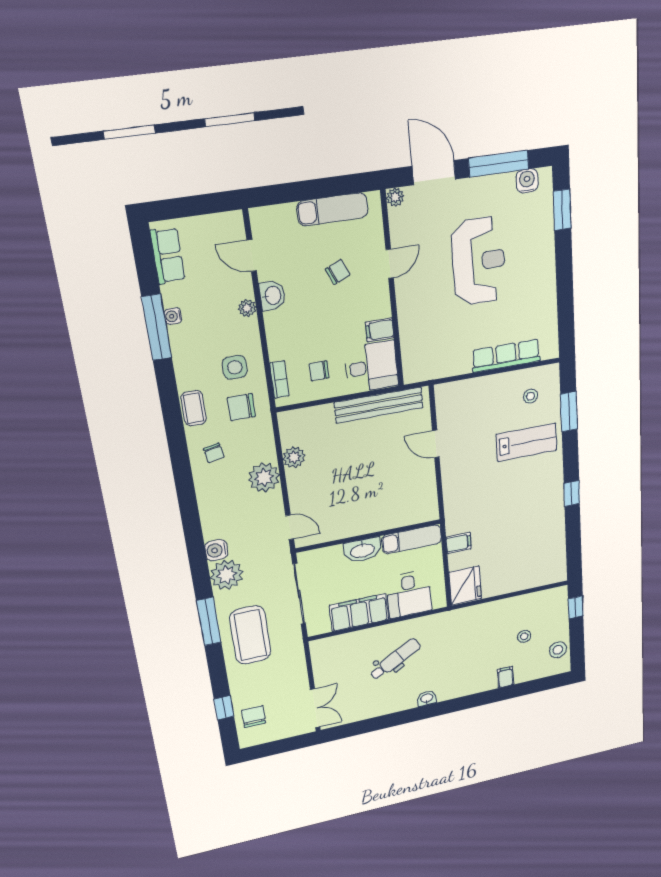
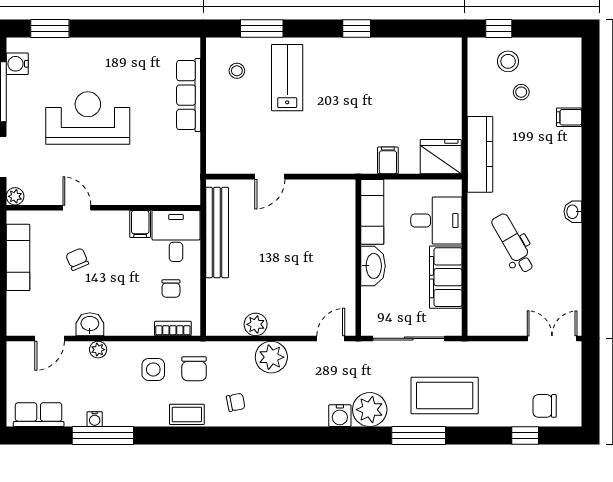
kitchen counter: (470, 616) -> (480, 154), added
stool: (558, 650) -> (508, 61), moved

